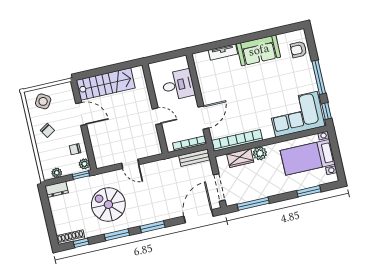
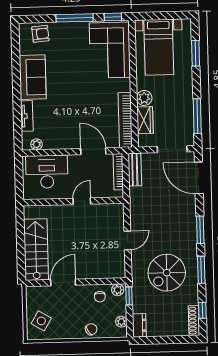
armchair: (299, 50) -> (40, 34), turned -95
plant: (199, 66) -> (37, 144), added
desk: (178, 85) -> (47, 172), width x1.37
chair: (47, 130) -> (91, 329), moved

